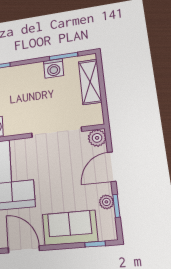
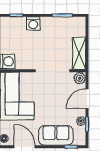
washing machine: (54, 68) -> (33, 23), moved
shelving: (90, 82) -> (79, 53), moved

